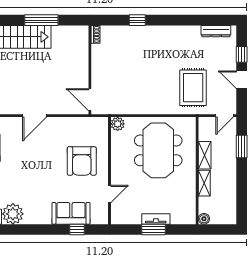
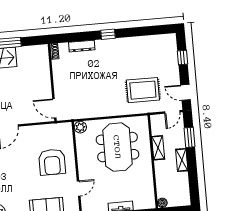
window: (137, 20) -> (108, 34), moved
dresser: (216, 31) -> (82, 46), moved
door: (242, 80) -> (185, 92), moved
rug: (193, 88) -> (143, 90), turned 90
shelving: (204, 183) -> (182, 160), moved

